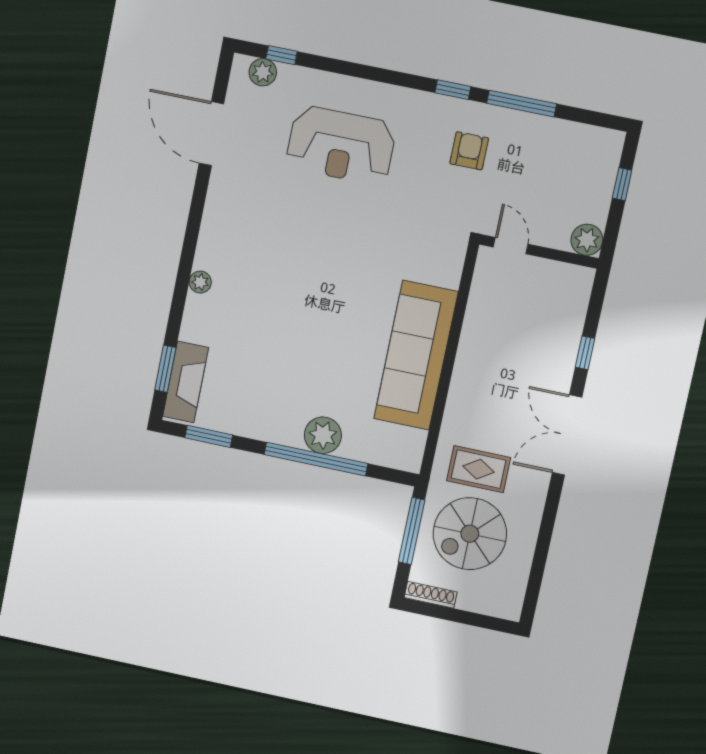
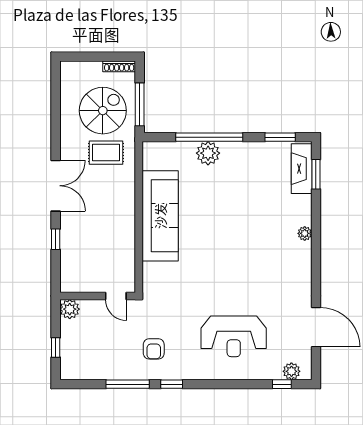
reception desk: (341, 145) -> (234, 336), turned 180

